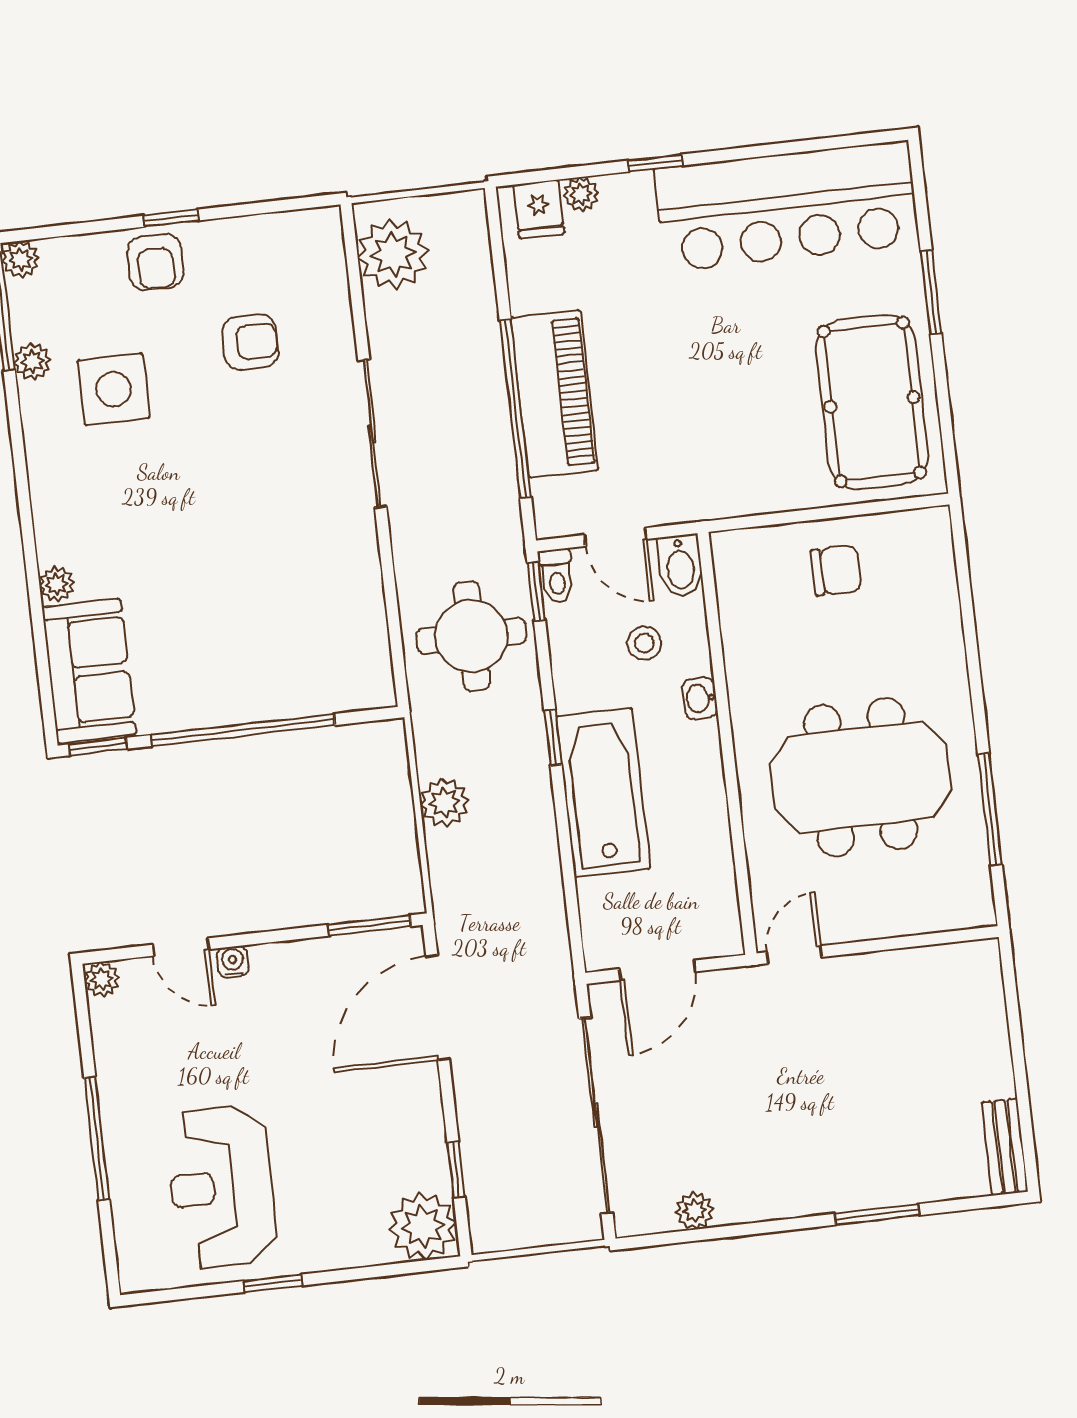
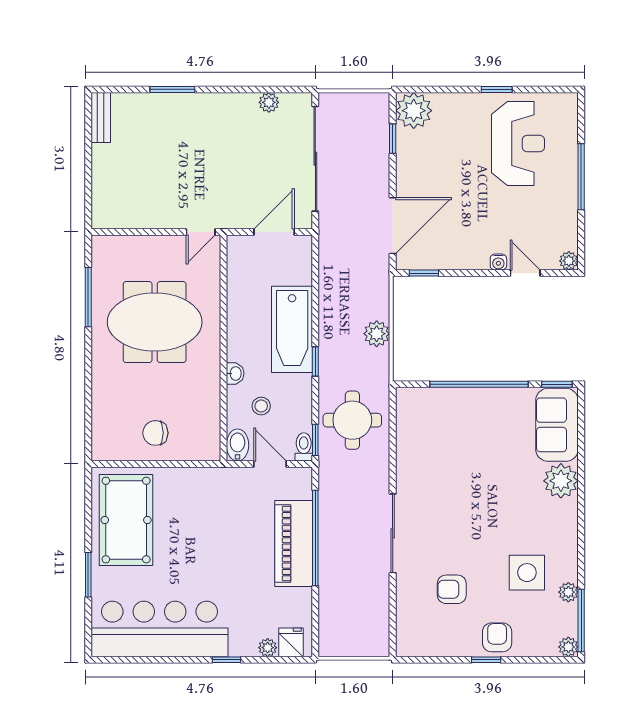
plant: (393, 254) -> (371, 627), removed
plant: (57, 584) -> (561, 481), width x1.88, depth x1.88
window: (369, 926) -> (424, 273), width x0.67

